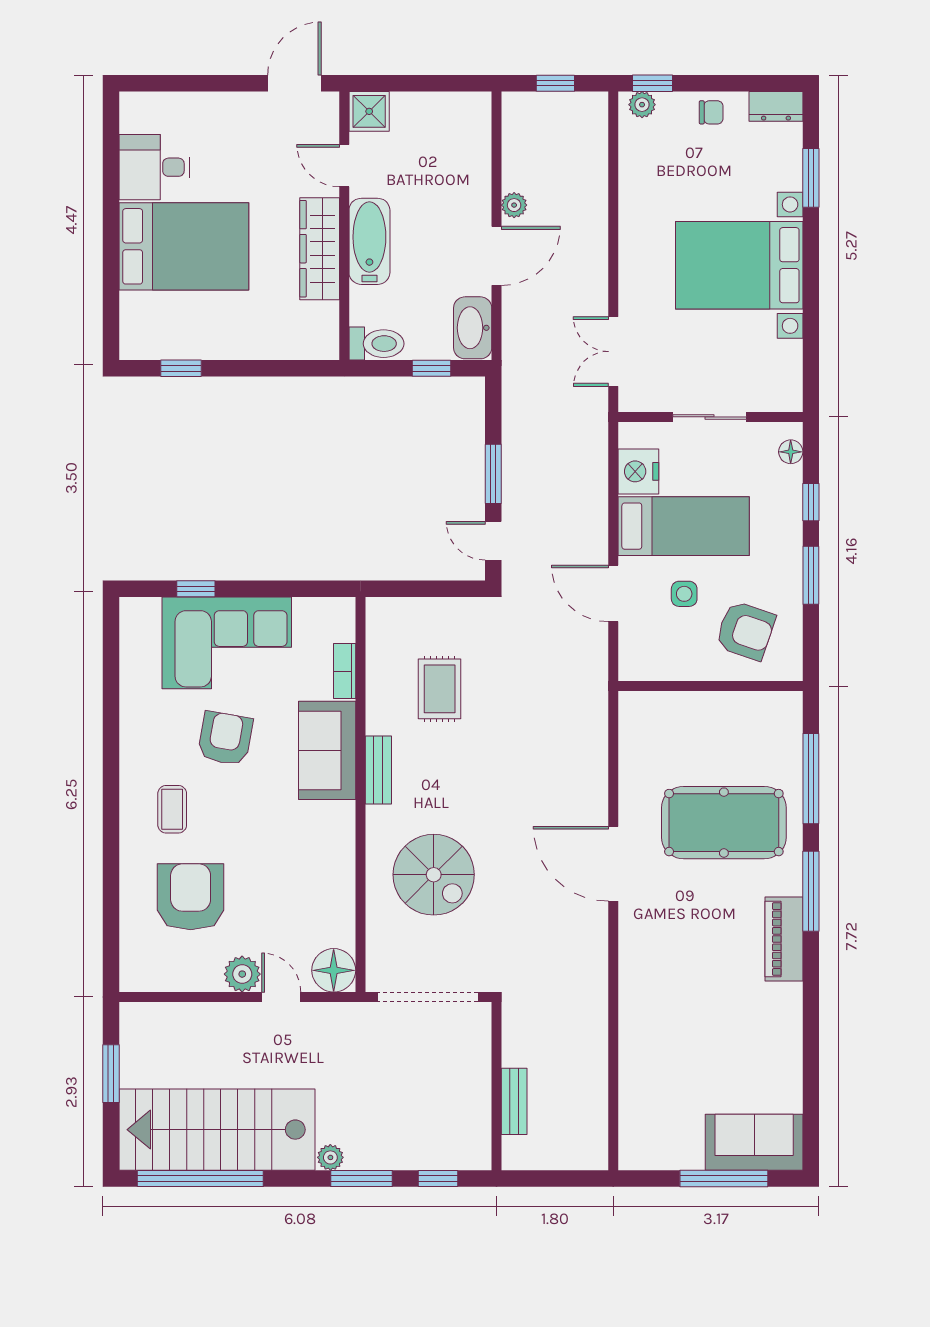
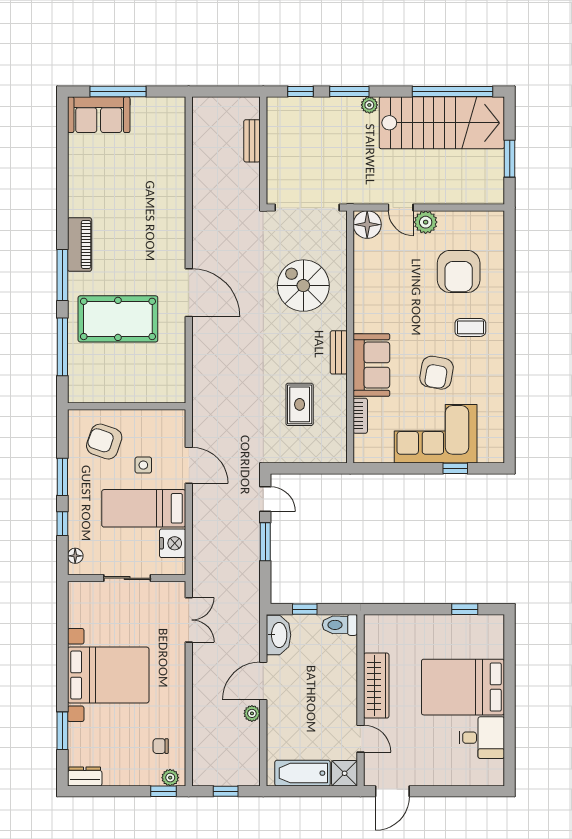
chair: (711, 112) -> (161, 746), moved
bathtub: (369, 241) -> (303, 773), moved, turned 90
coffee table: (172, 809) -> (470, 327), turned 90

